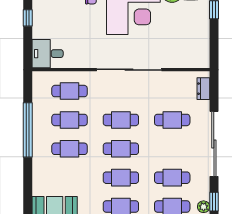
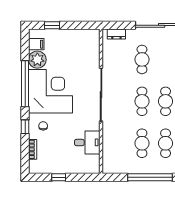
desk: (48, 54) -> (87, 142), moved, turned -90
cafe table: (70, 91) -> (118, 143), removed

